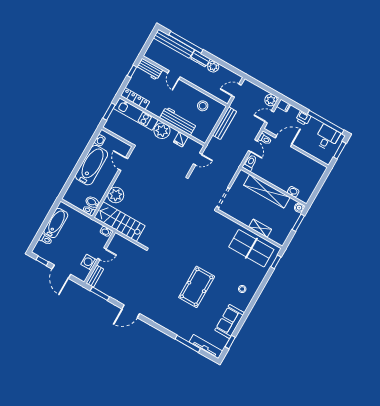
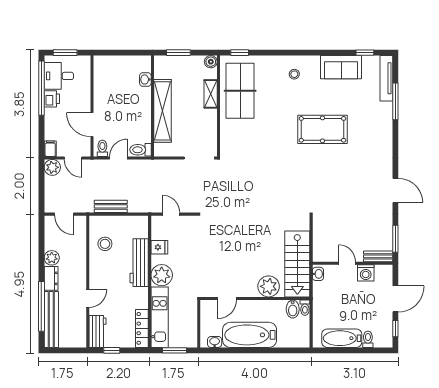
printer: (303, 118) -> (52, 99), moved
bench: (224, 123) -> (111, 206), width x0.73
boiler: (299, 208) -> (211, 62), moved

